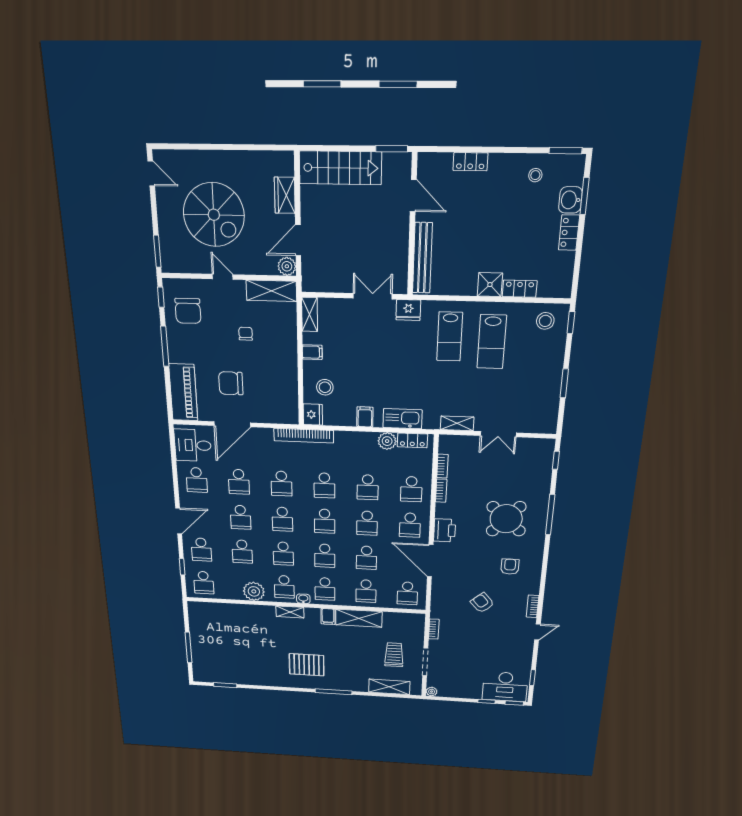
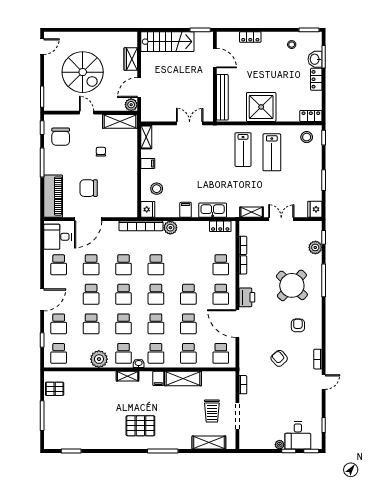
door: (151, 173) -> (42, 47), hinge flipped
shower: (490, 285) -> (261, 107), width x1.86, depth x1.86
locker: (520, 289) -> (311, 116), moved
fridge: (408, 310) -> (315, 209), moved, turned 90
double door: (498, 434) -> (281, 219), swing flipped
plant: (387, 441) -> (170, 228), moved
plant: (543, 473) -> (315, 247), added
school desk: (368, 487) -> (188, 265), removed
pallet: (201, 620) -> (55, 389), added
trolley: (394, 655) -> (212, 411), turned 180
desk: (505, 687) -> (298, 435), width x0.73
plant: (432, 692) -> (280, 445), moved

